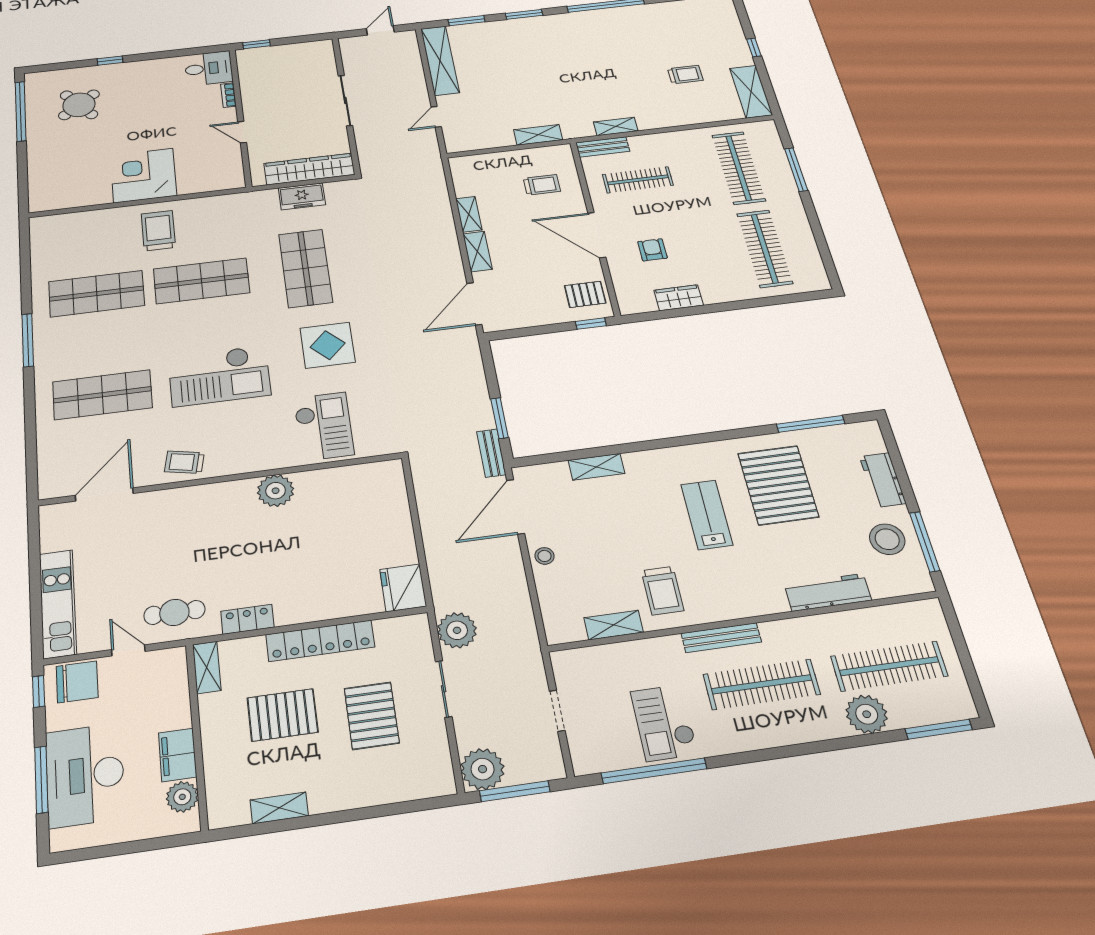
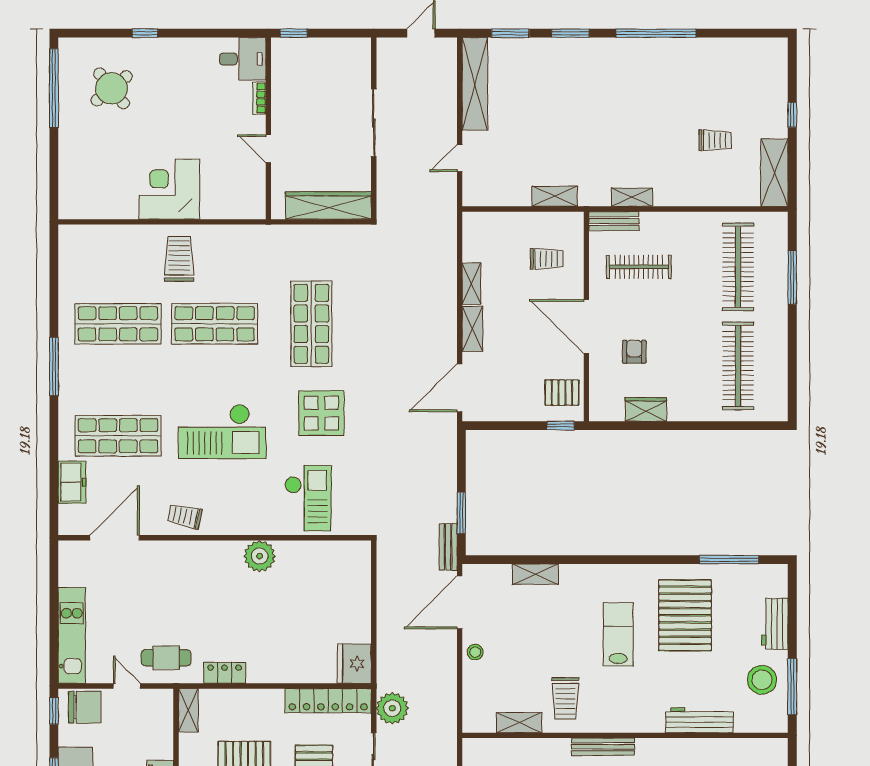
freezer: (302, 196) -> (72, 482), moved, turned -90
locker: (320, 641) -> (328, 701), moved

